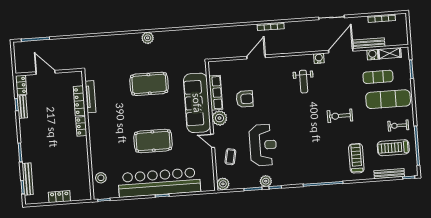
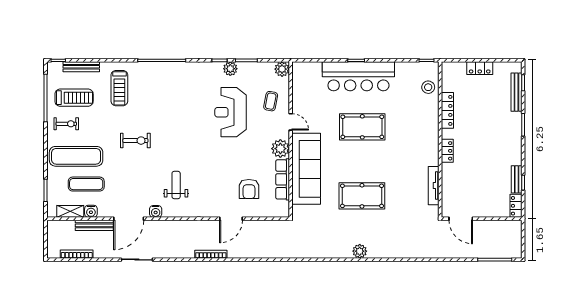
door: (46, 72) -> (461, 219), moved
armchair: (245, 99) -> (249, 189), moved, turned -90
locker: (79, 101) -> (447, 110), moved
bar counter: (159, 183) -> (358, 76), width x0.73

